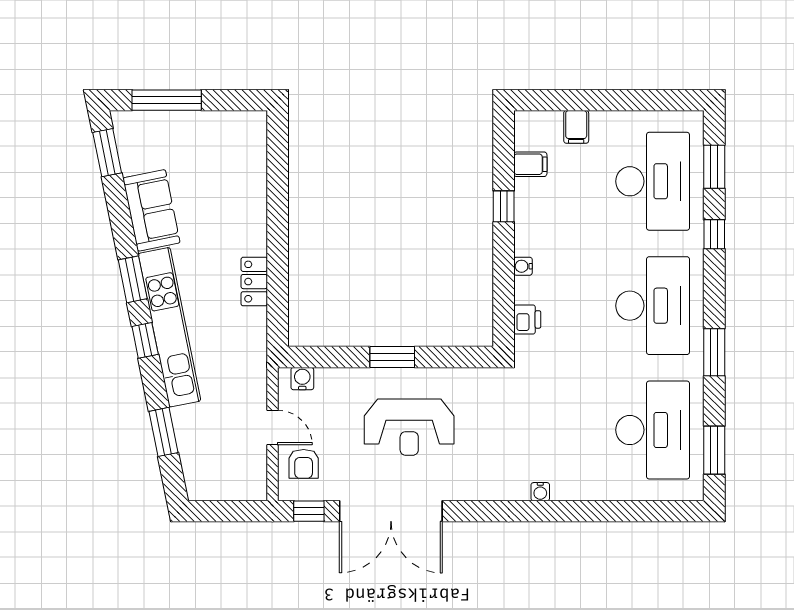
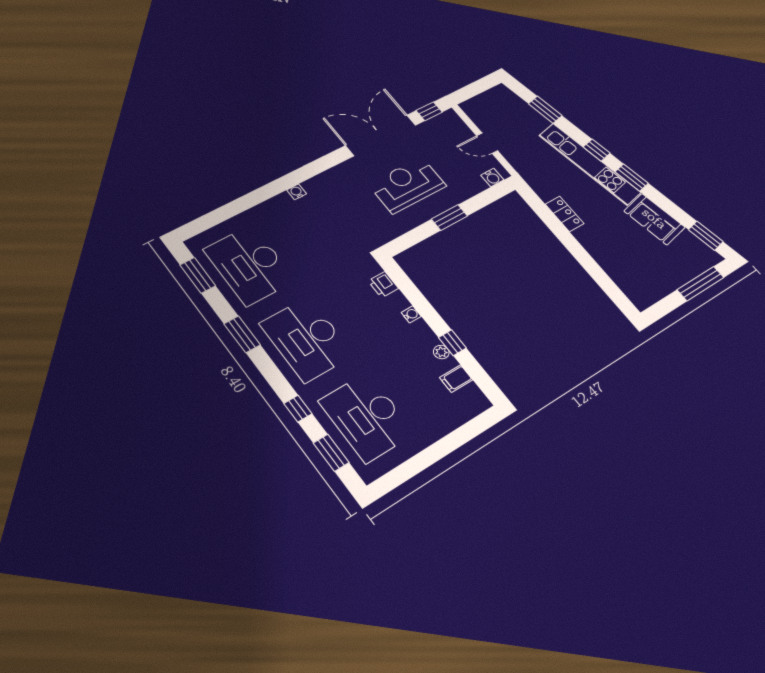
filing cabinet: (576, 127) -> (445, 420), removed
plant: (523, 203) -> (441, 352), added
armchair: (304, 464) -> (453, 134), removed

